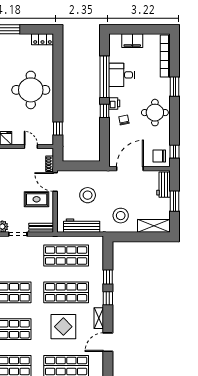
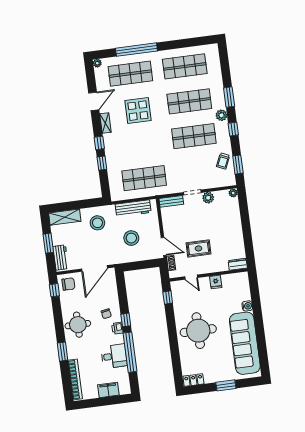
rug: (37, 199) -> (198, 248), moved
shop shelf: (66, 292) -> (140, 143), removed

